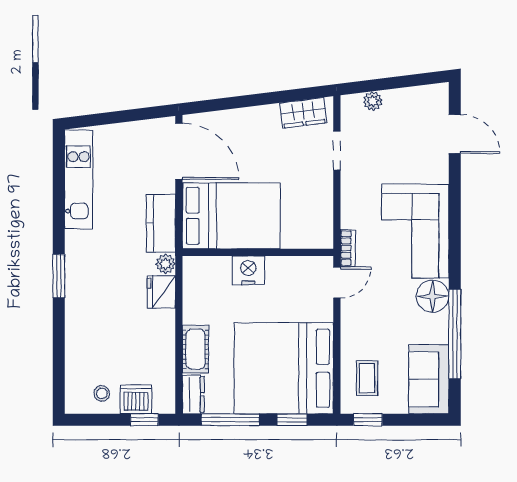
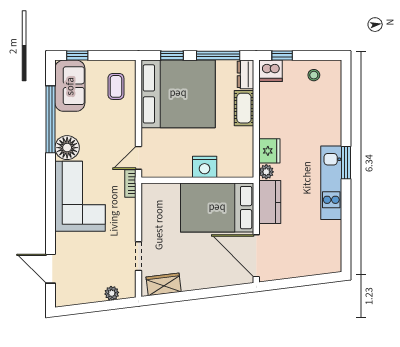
kitchen unit: (78, 179) -> (331, 183), moved
dishwasher: (136, 399) -> (271, 71), moved
window: (368, 420) -> (77, 55), moved

